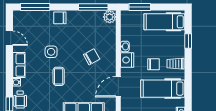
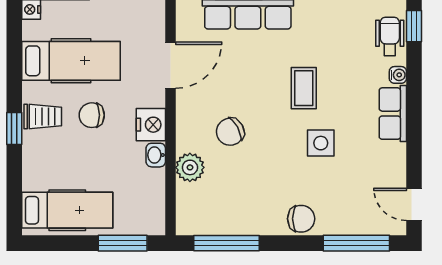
plant: (110, 17) -> (190, 167), moved
door: (9, 38) -> (414, 204), moved
window: (188, 41) -> (14, 128), moved

